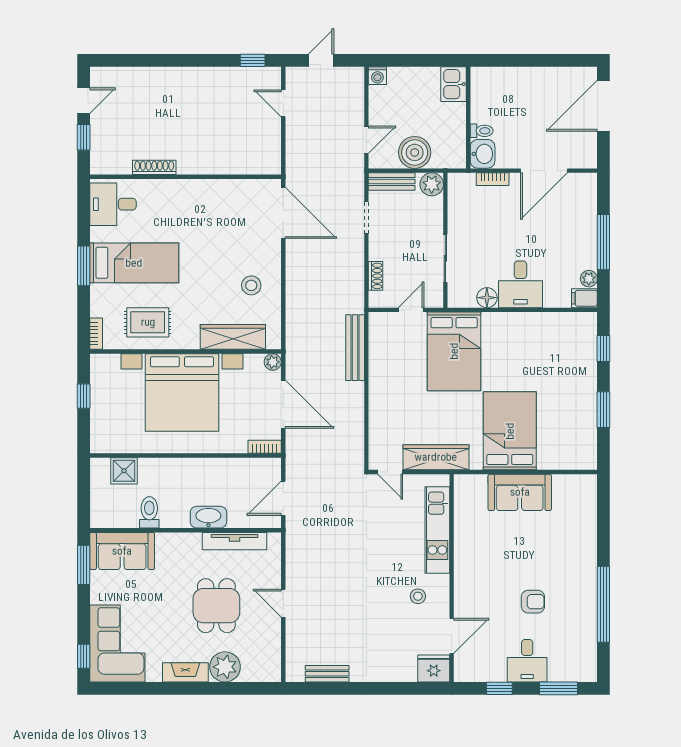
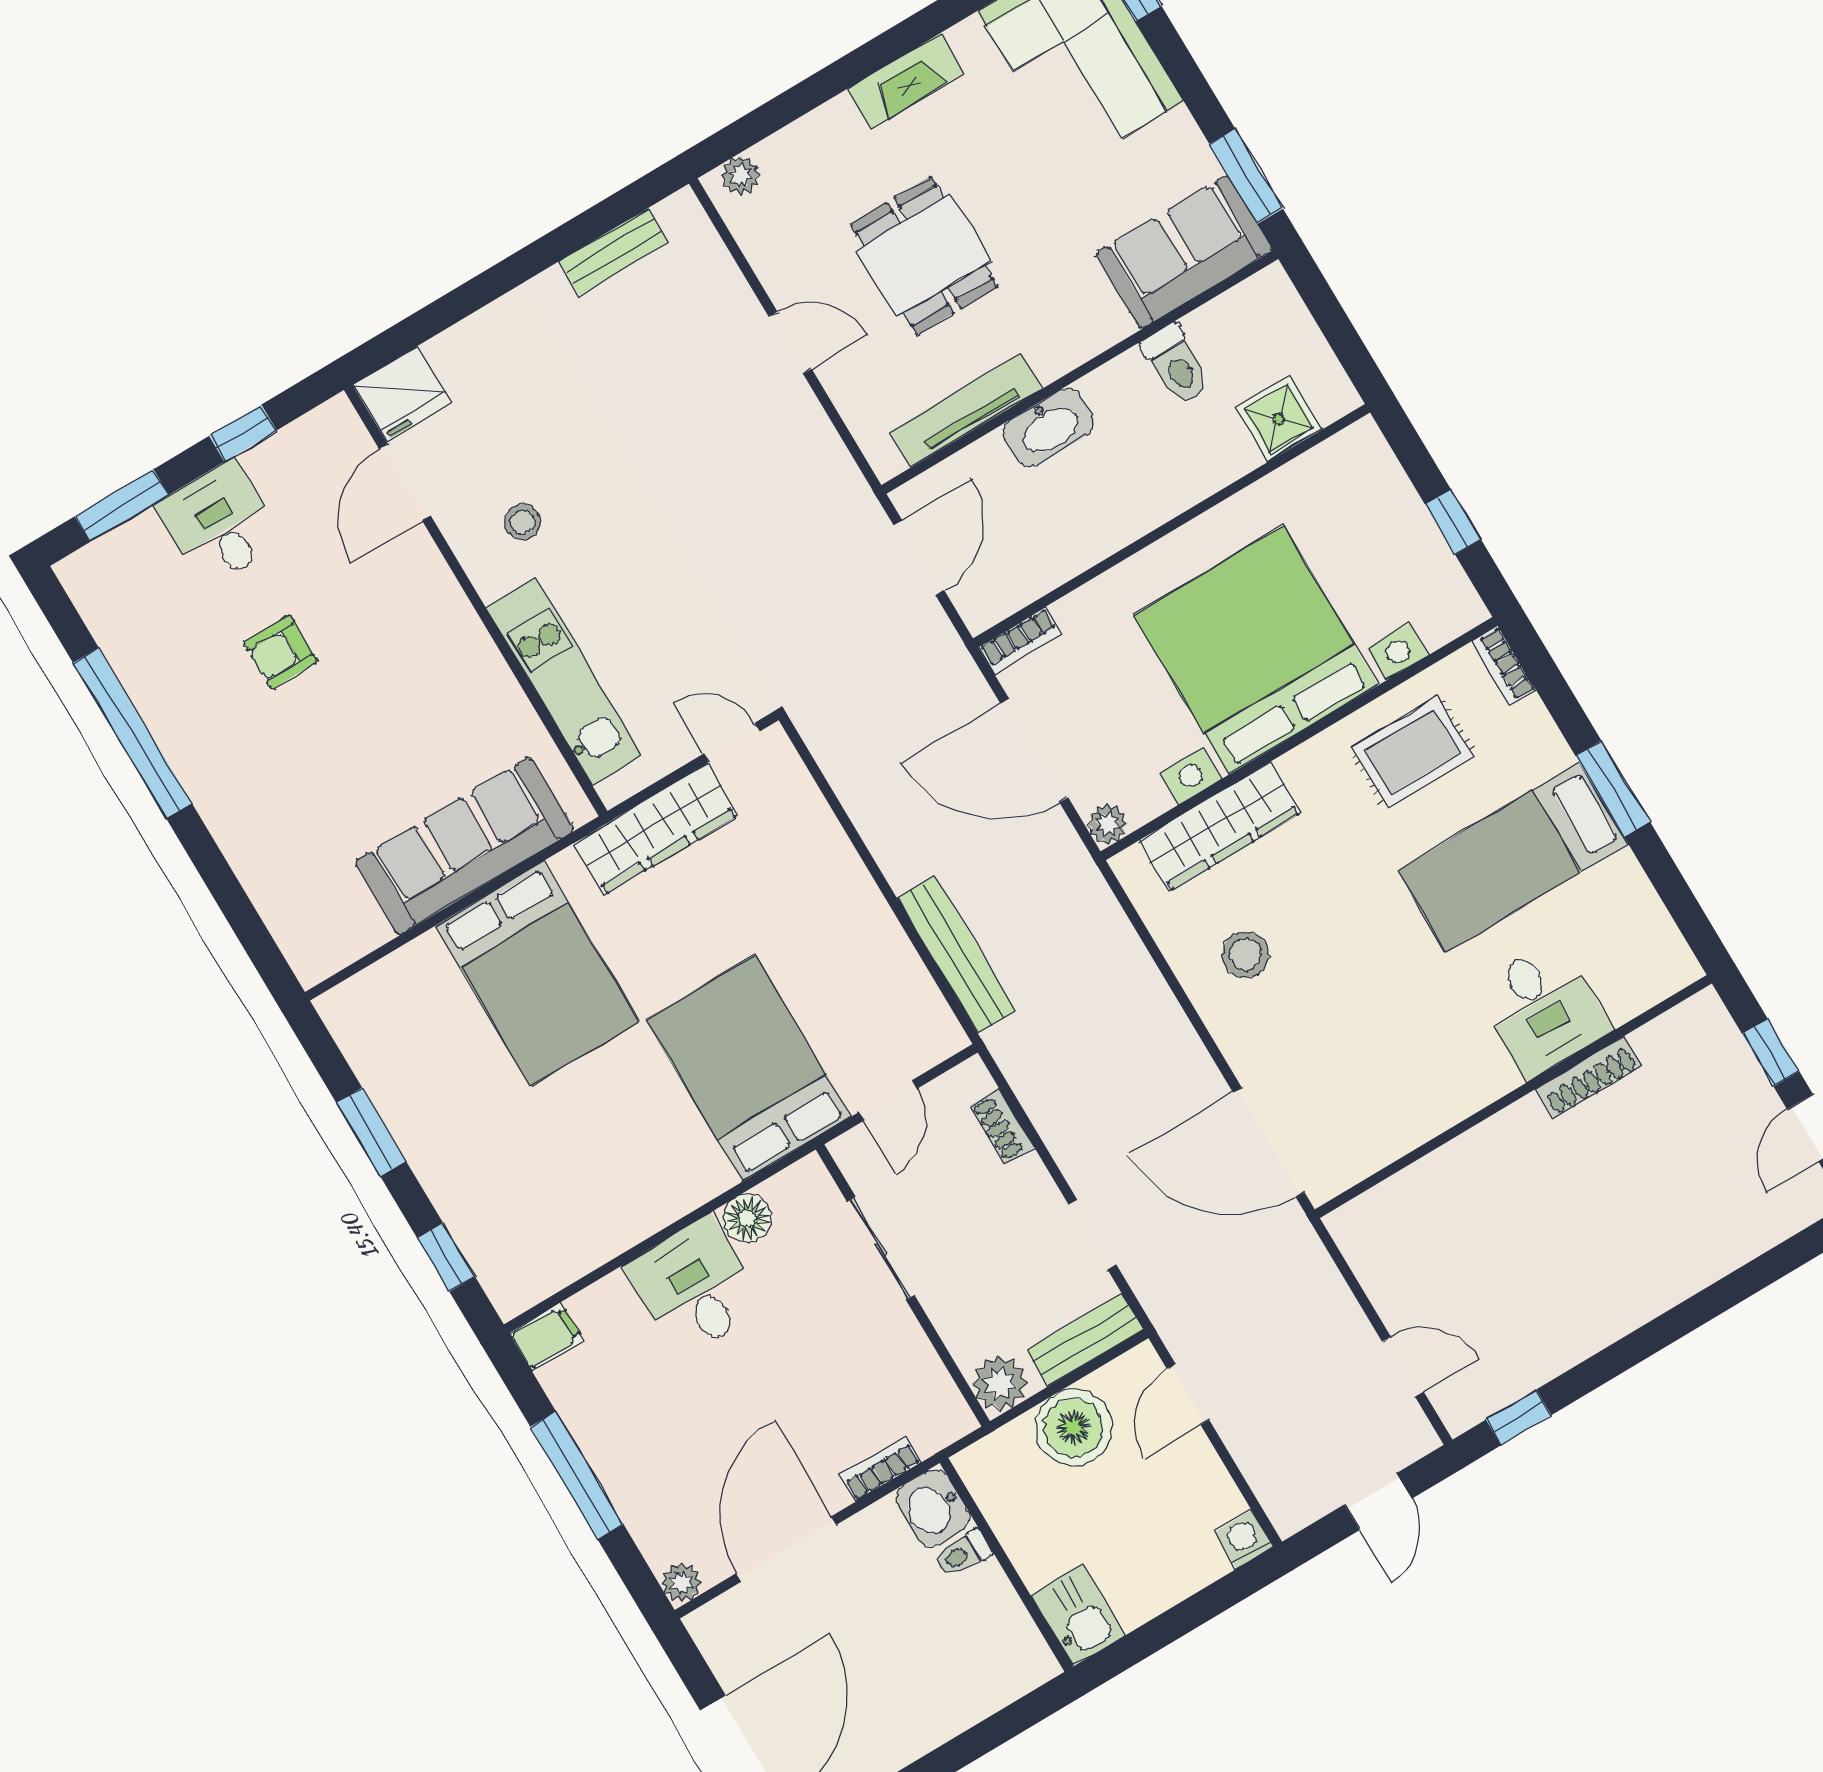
desk: (113, 204) -> (1542, 1009), moved, turned 90
plant: (589, 279) -> (682, 1583), moved
sofa: (520, 492) -> (465, 846), width x1.36
plant: (225, 667) -> (740, 175), moved, width x0.53, depth x0.53

